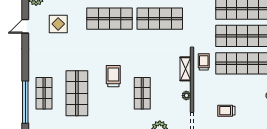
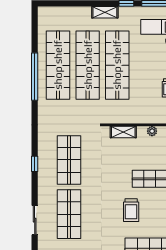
trolley: (204, 62) -> (116, 112), removed
trolley: (113, 76) -> (131, 210), turned -90

